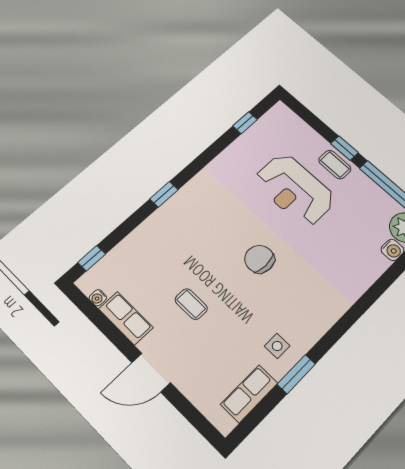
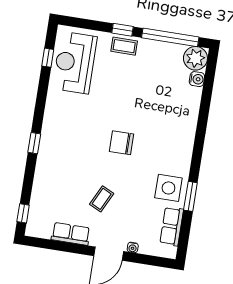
reception desk: (295, 190) -> (75, 63), moved, turned 90
water cooler: (98, 298) -> (133, 247), moved
coffee table: (191, 304) -> (102, 199), turned -64
side table: (277, 346) -> (168, 188), width x1.87, depth x1.87

